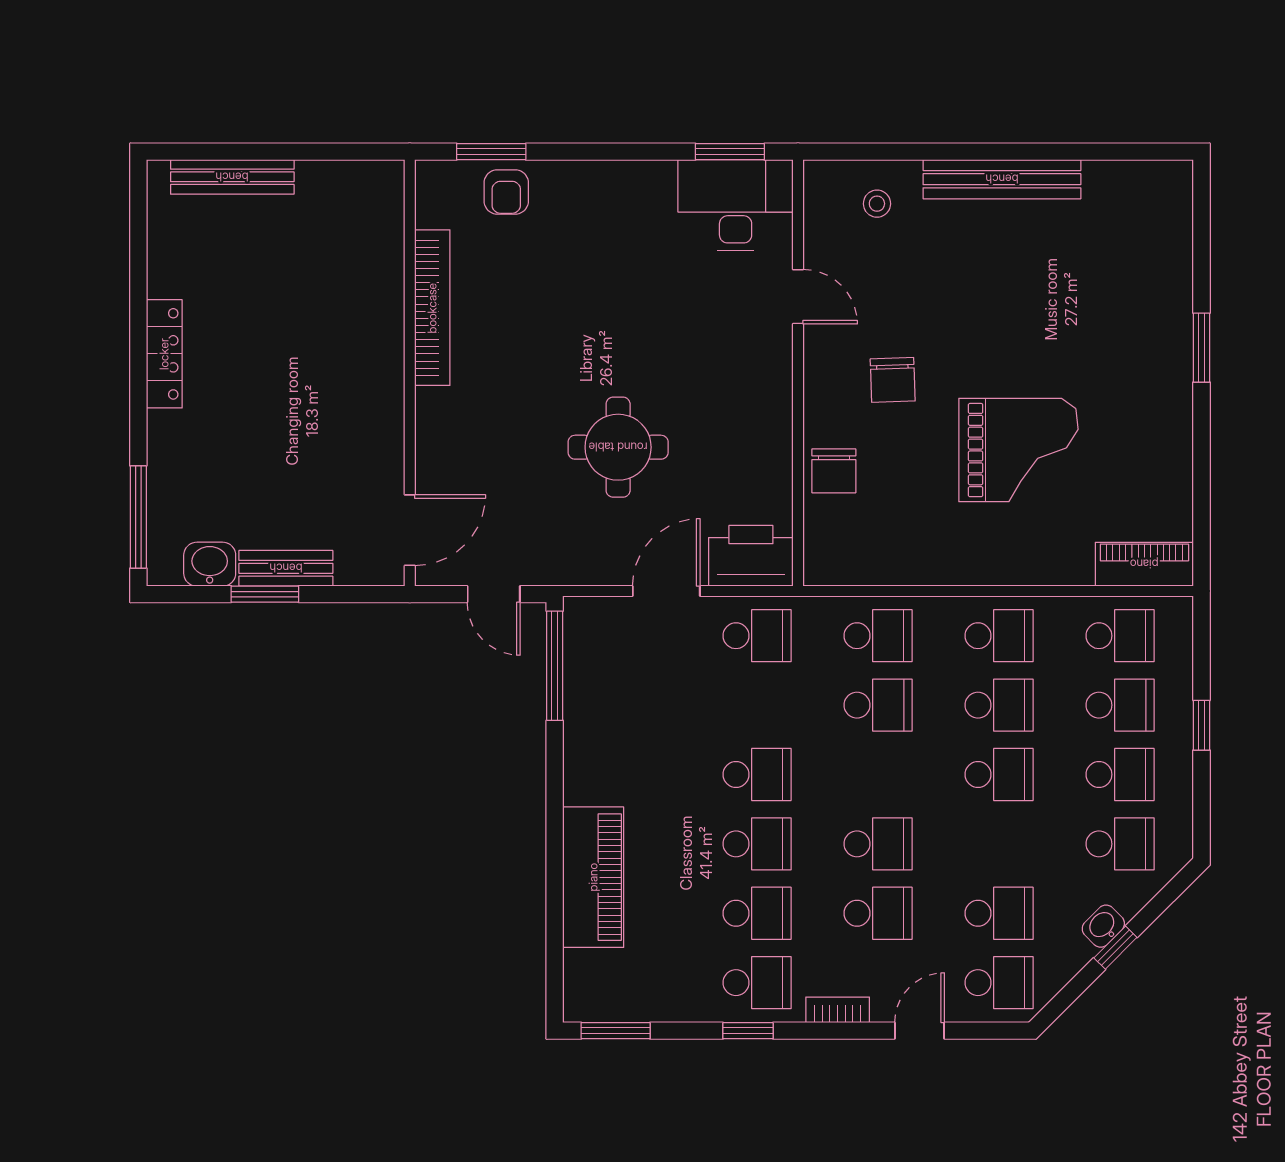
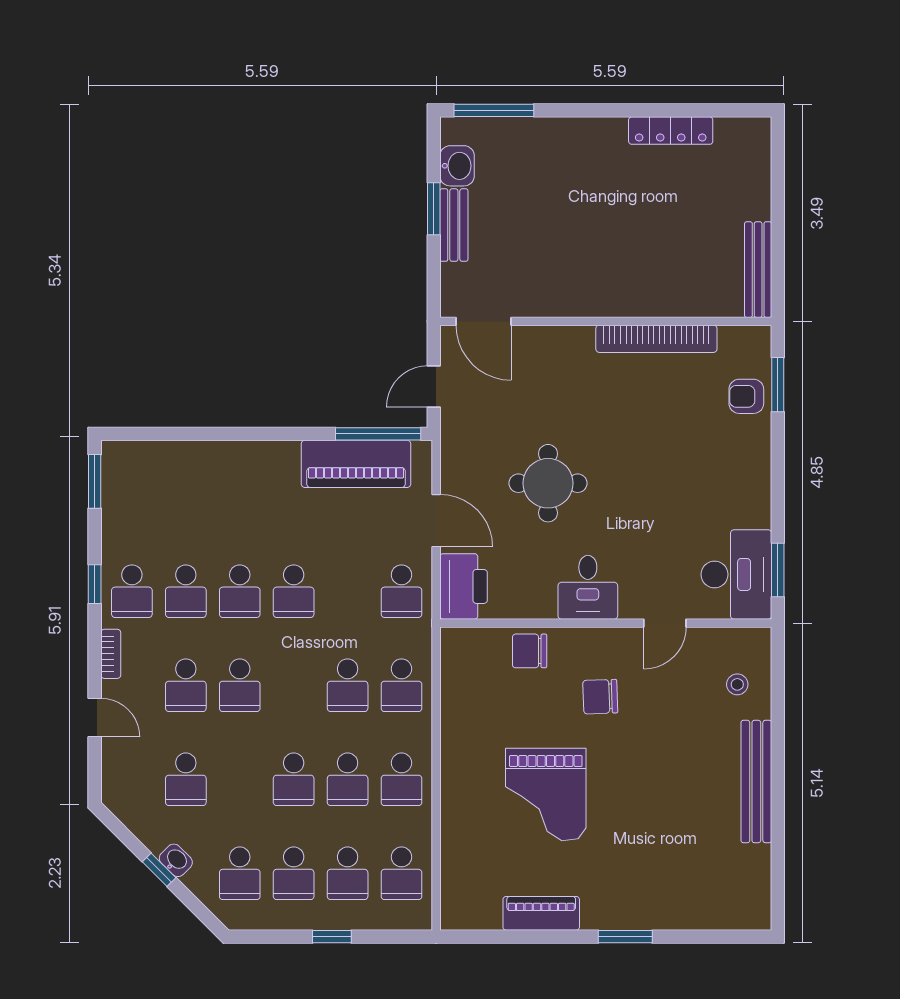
bench: (232, 177) -> (758, 270), moved
locker: (164, 354) -> (671, 131), moved
desk: (752, 396) -> (588, 587), added
piano: (1144, 564) -> (541, 913), moved, turned -90
piano: (593, 877) -> (356, 464), moved
school desk: (999, 983) -> (132, 779), removed

